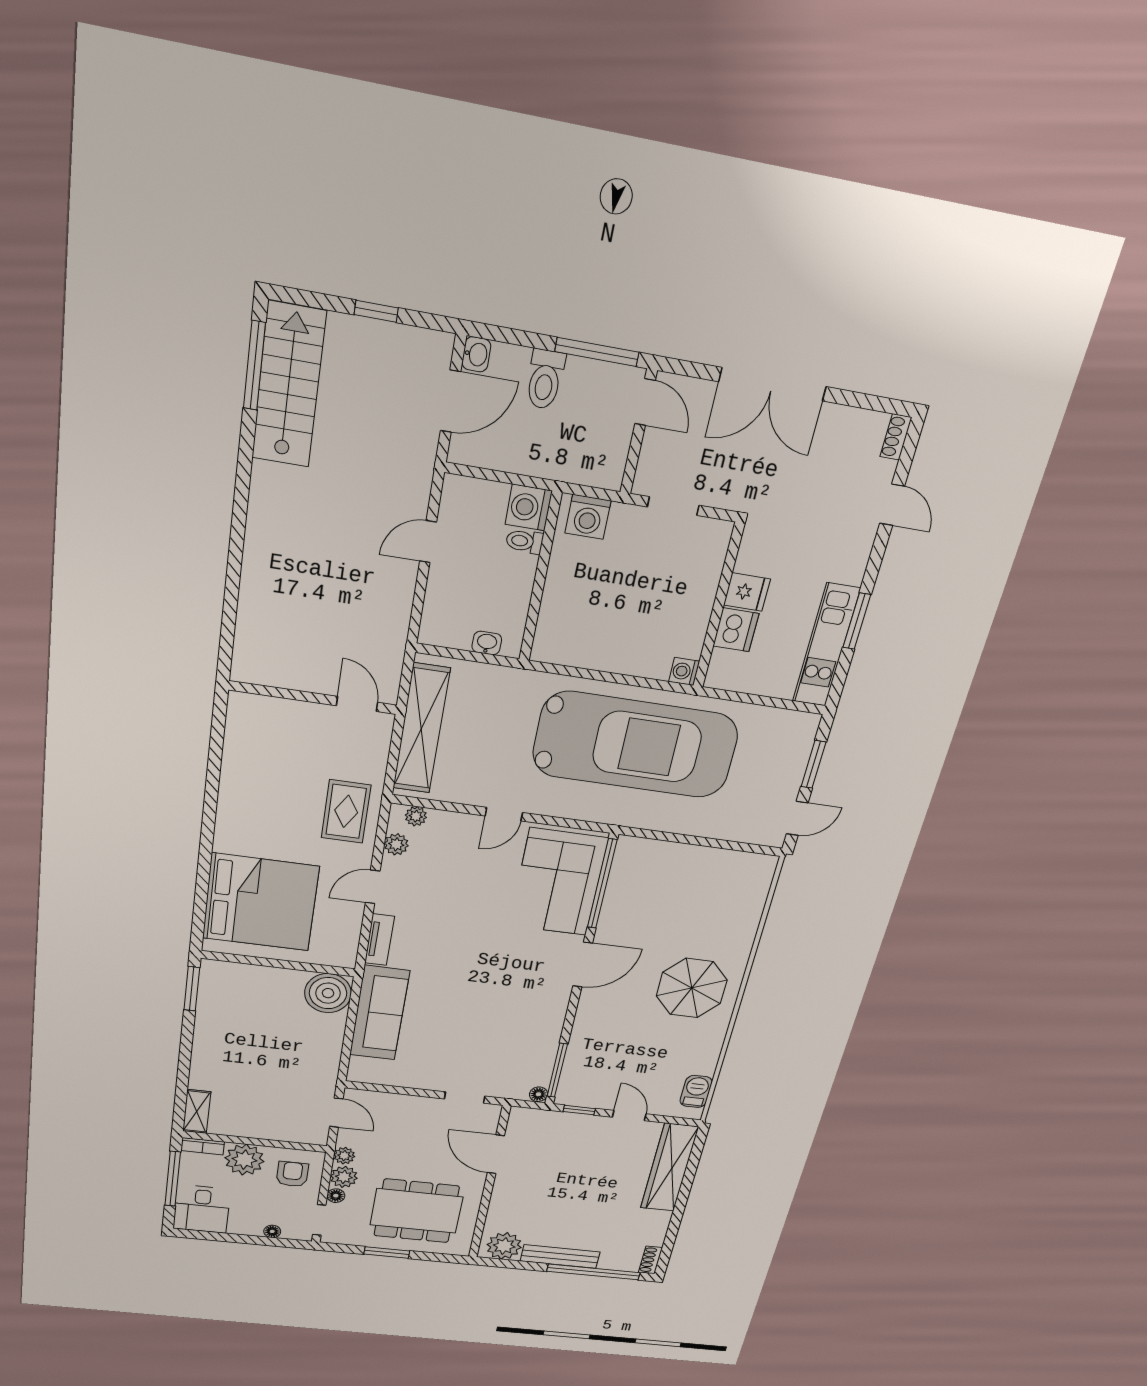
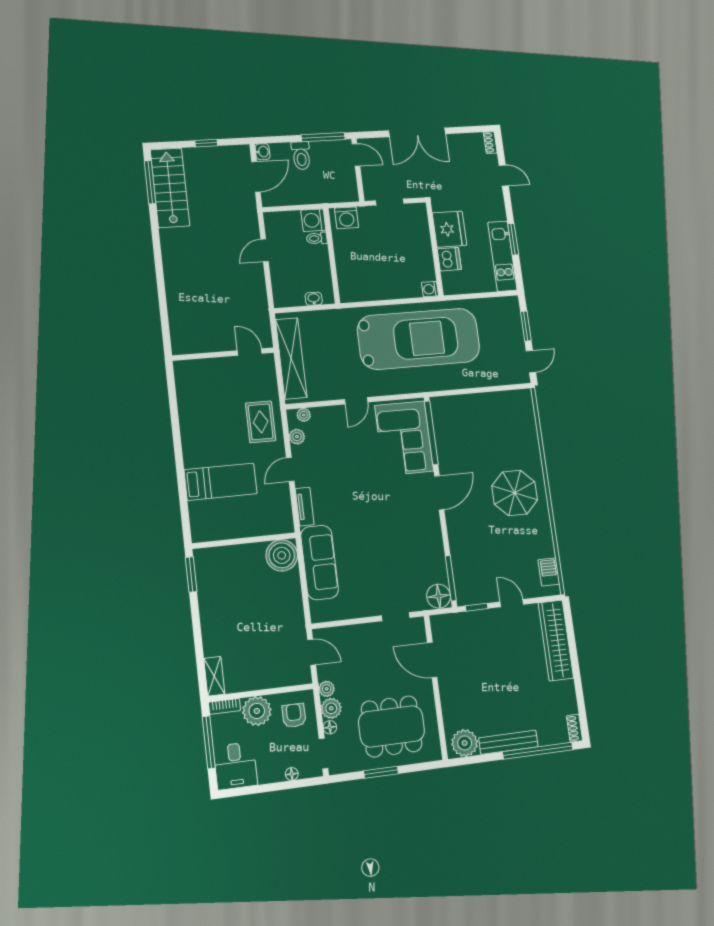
fridge: (747, 592) -> (449, 229), width x1.88, depth x1.34
bed: (261, 902) -> (221, 482), width x0.49
floor lamp: (538, 1094) -> (439, 596), width x1.89, depth x1.89

